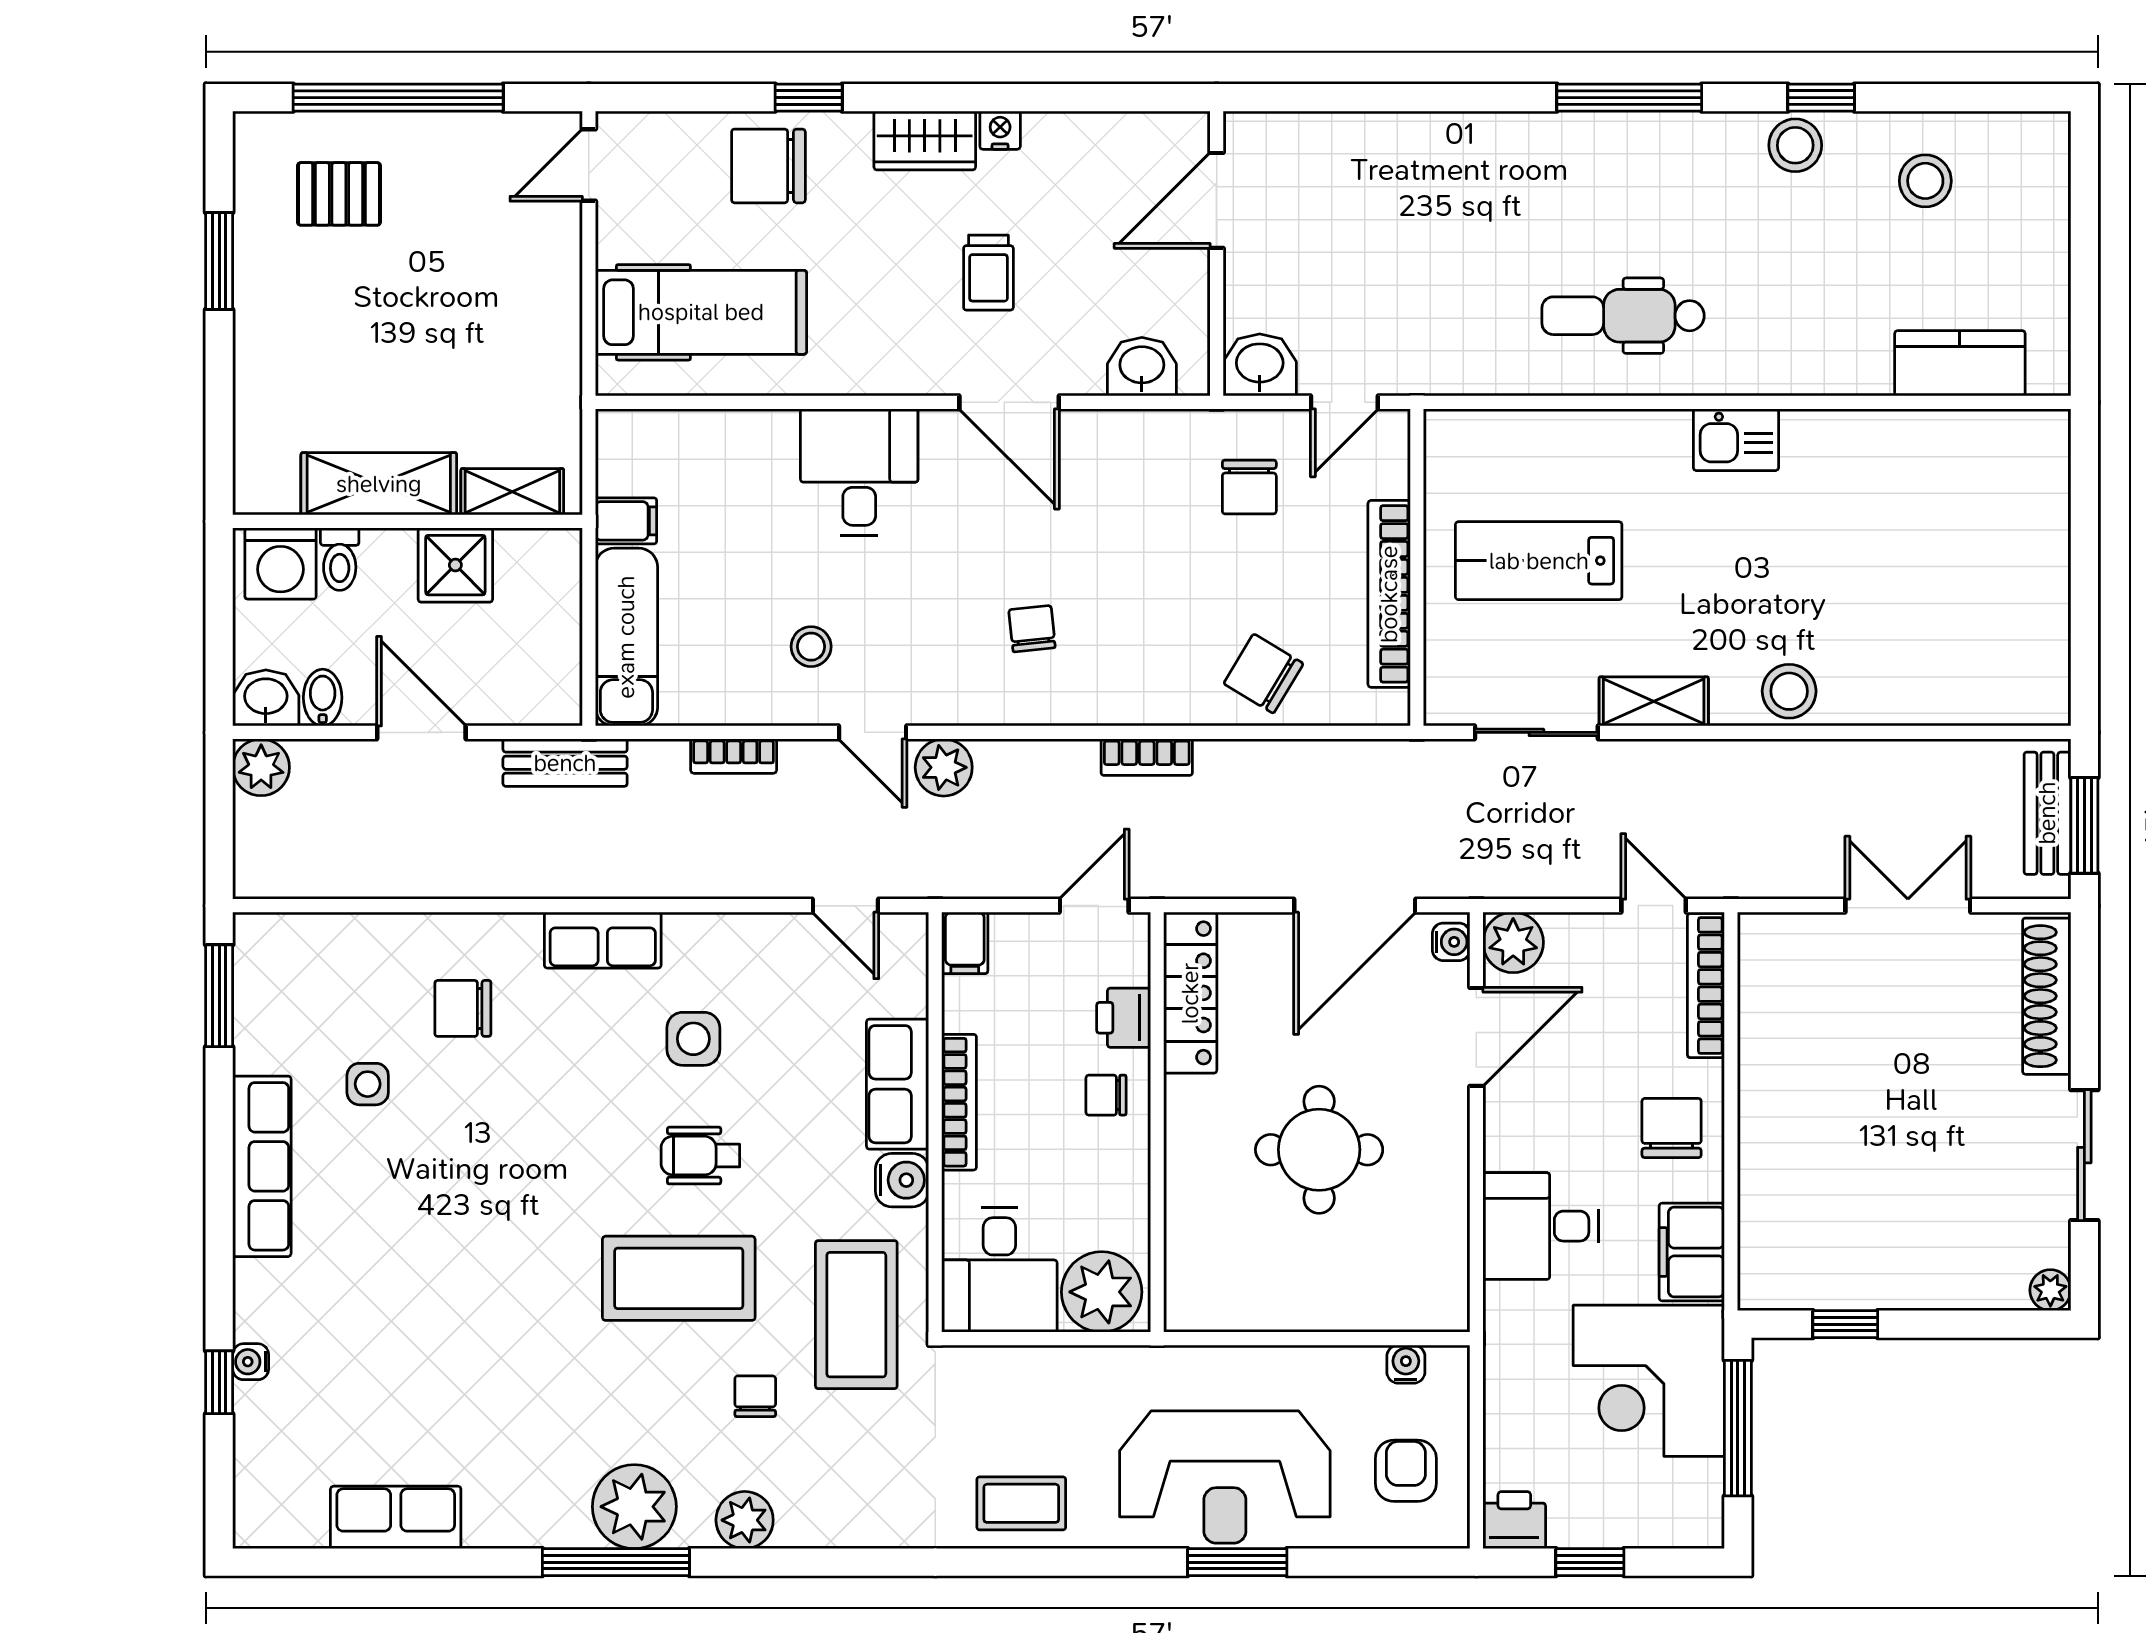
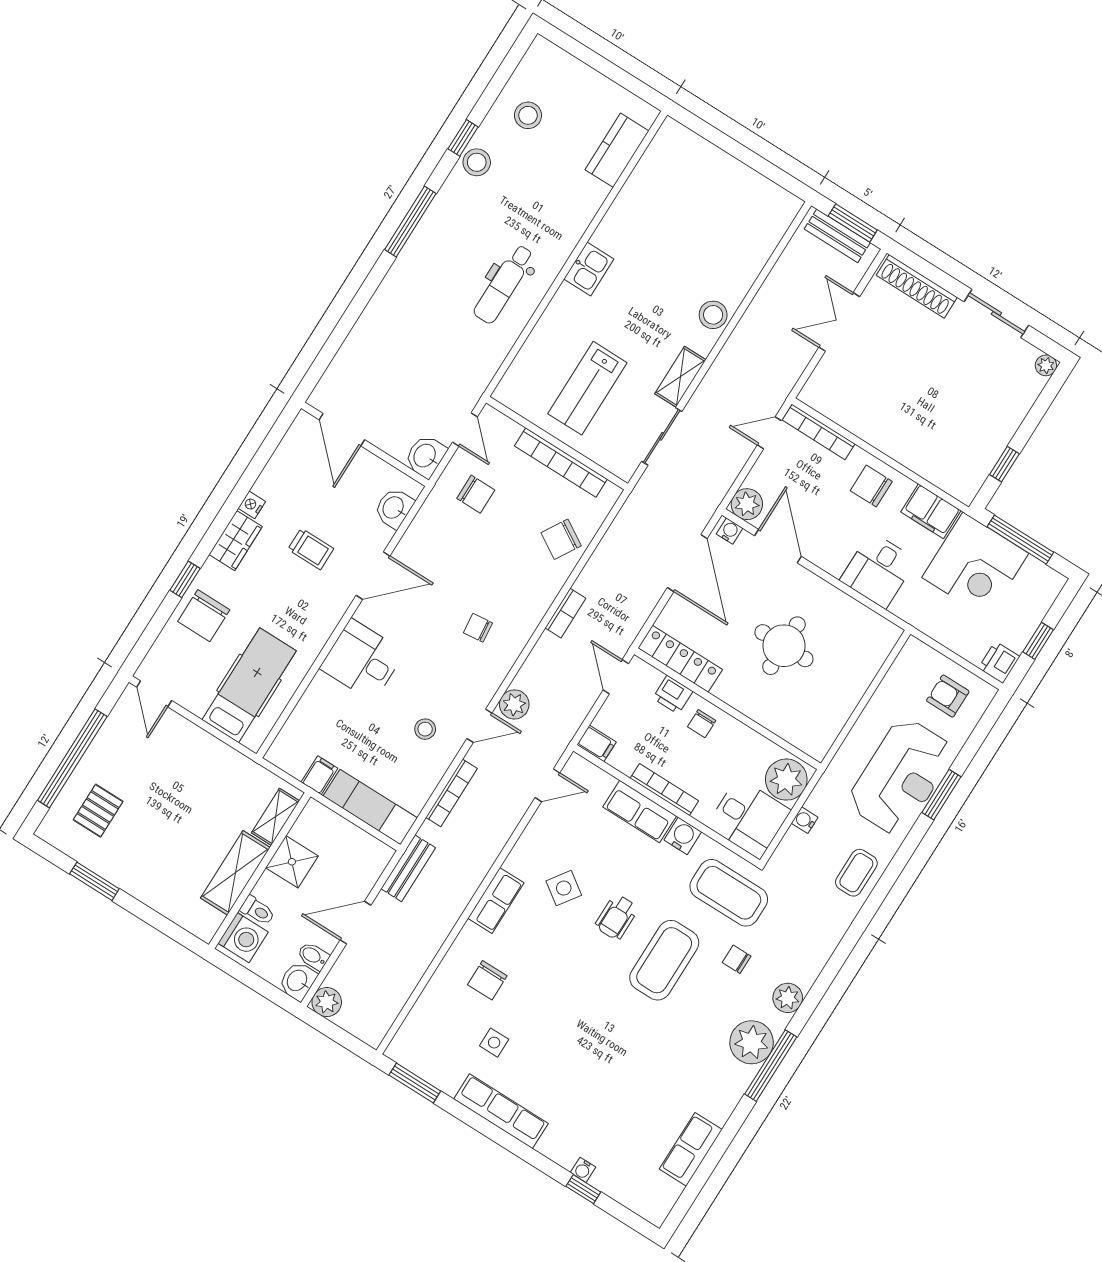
bookcase: (734, 756) -> (452, 793), width x1.56
side table: (693, 1039) -> (564, 888), turned 35
water cooler: (1406, 1364) -> (805, 820), moved

